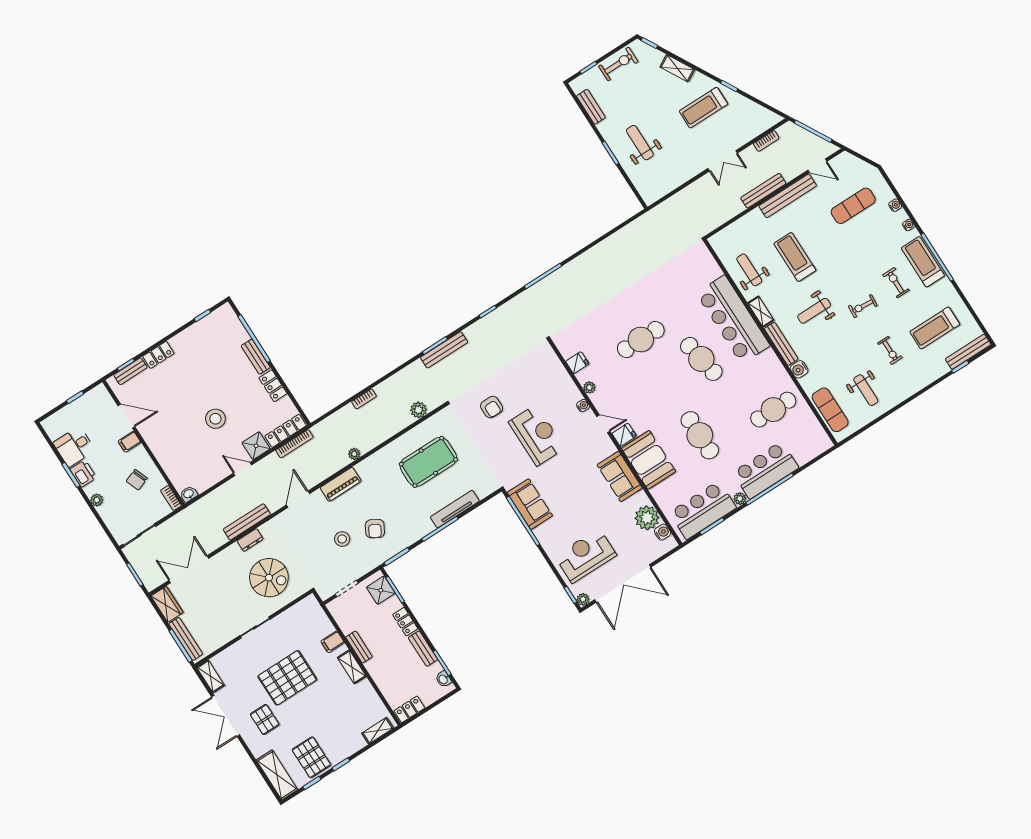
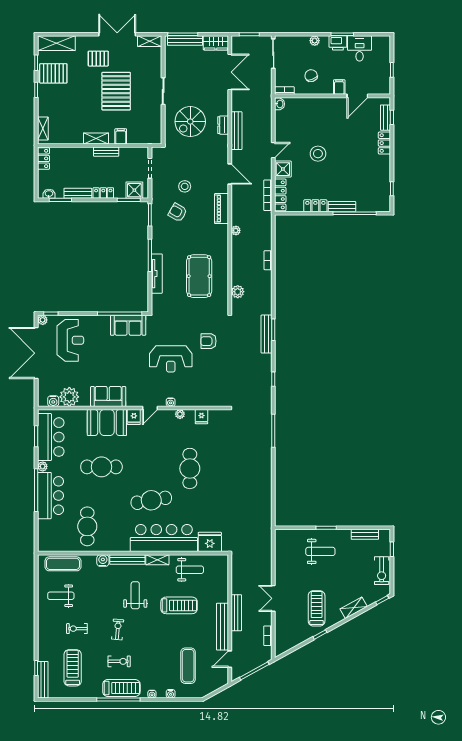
fridge: (706, 268) -> (210, 542), added

